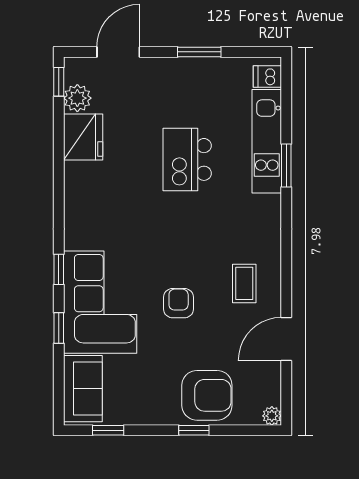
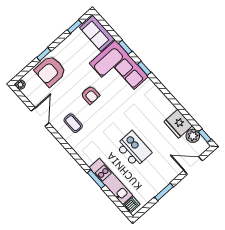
door: (118, 52) -> (193, 166), swing flipped

